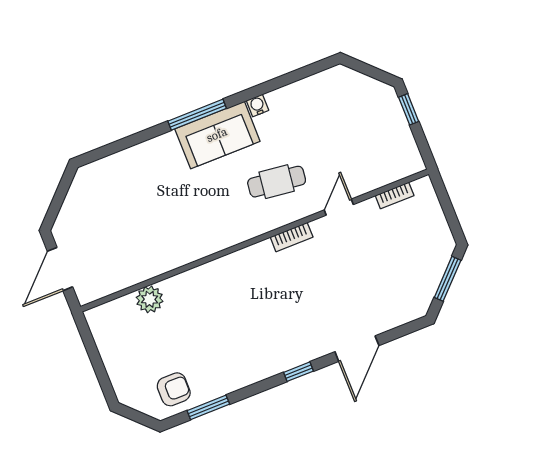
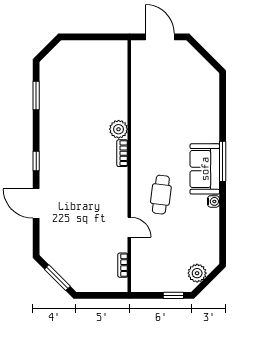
plant: (365, 89) -> (197, 273), added
bookcase: (292, 237) -> (122, 153), moved
plant: (150, 299) -> (119, 129), moved
armchair: (174, 389) -> (56, 78), removed

